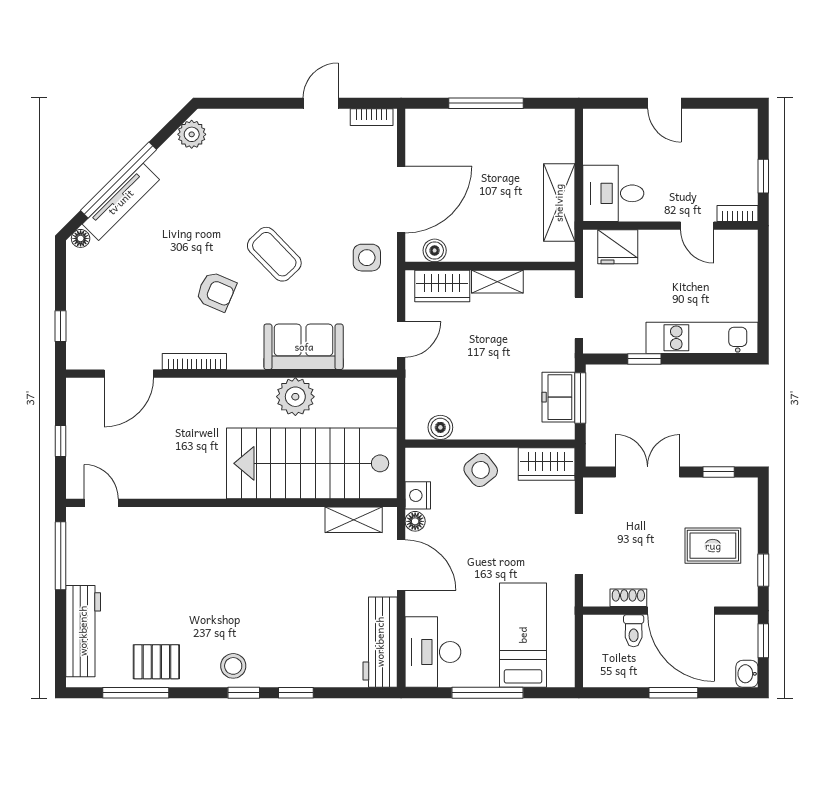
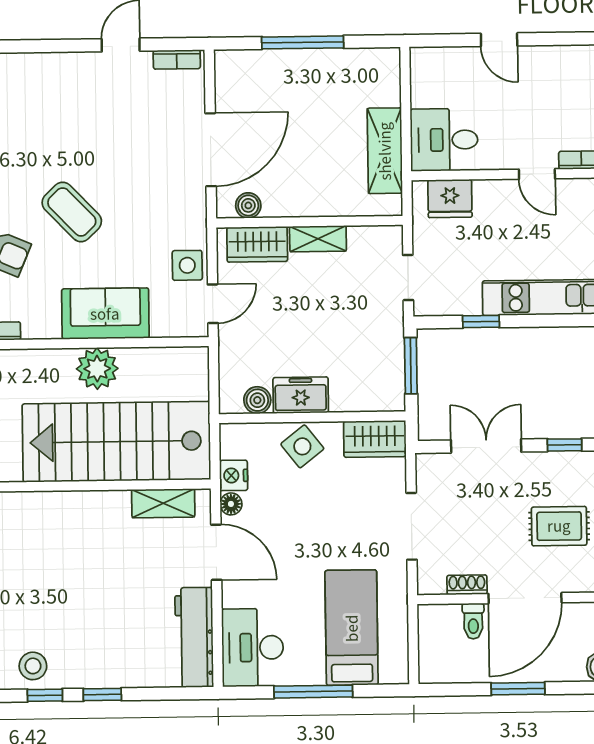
side table: (367, 258) -> (187, 265), moved
freezer: (558, 397) -> (301, 395), moved, turned 90
door: (681, 611) -> (525, 598), hinge flipped

